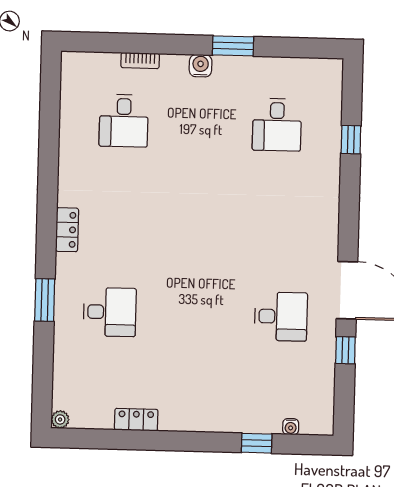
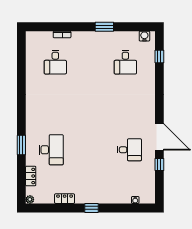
water cooler: (201, 66) -> (144, 36), moved
window: (351, 140) -> (159, 57), moved
locker: (67, 230) -> (31, 176), moved
desk: (110, 312) -> (51, 150), width x1.37
window: (257, 443) -> (91, 208), moved

